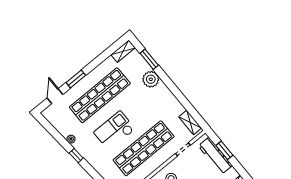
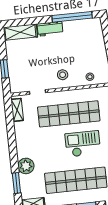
checkout: (115, 131) -> (83, 144), turned 180
workbench: (215, 156) -> (15, 69), removed

